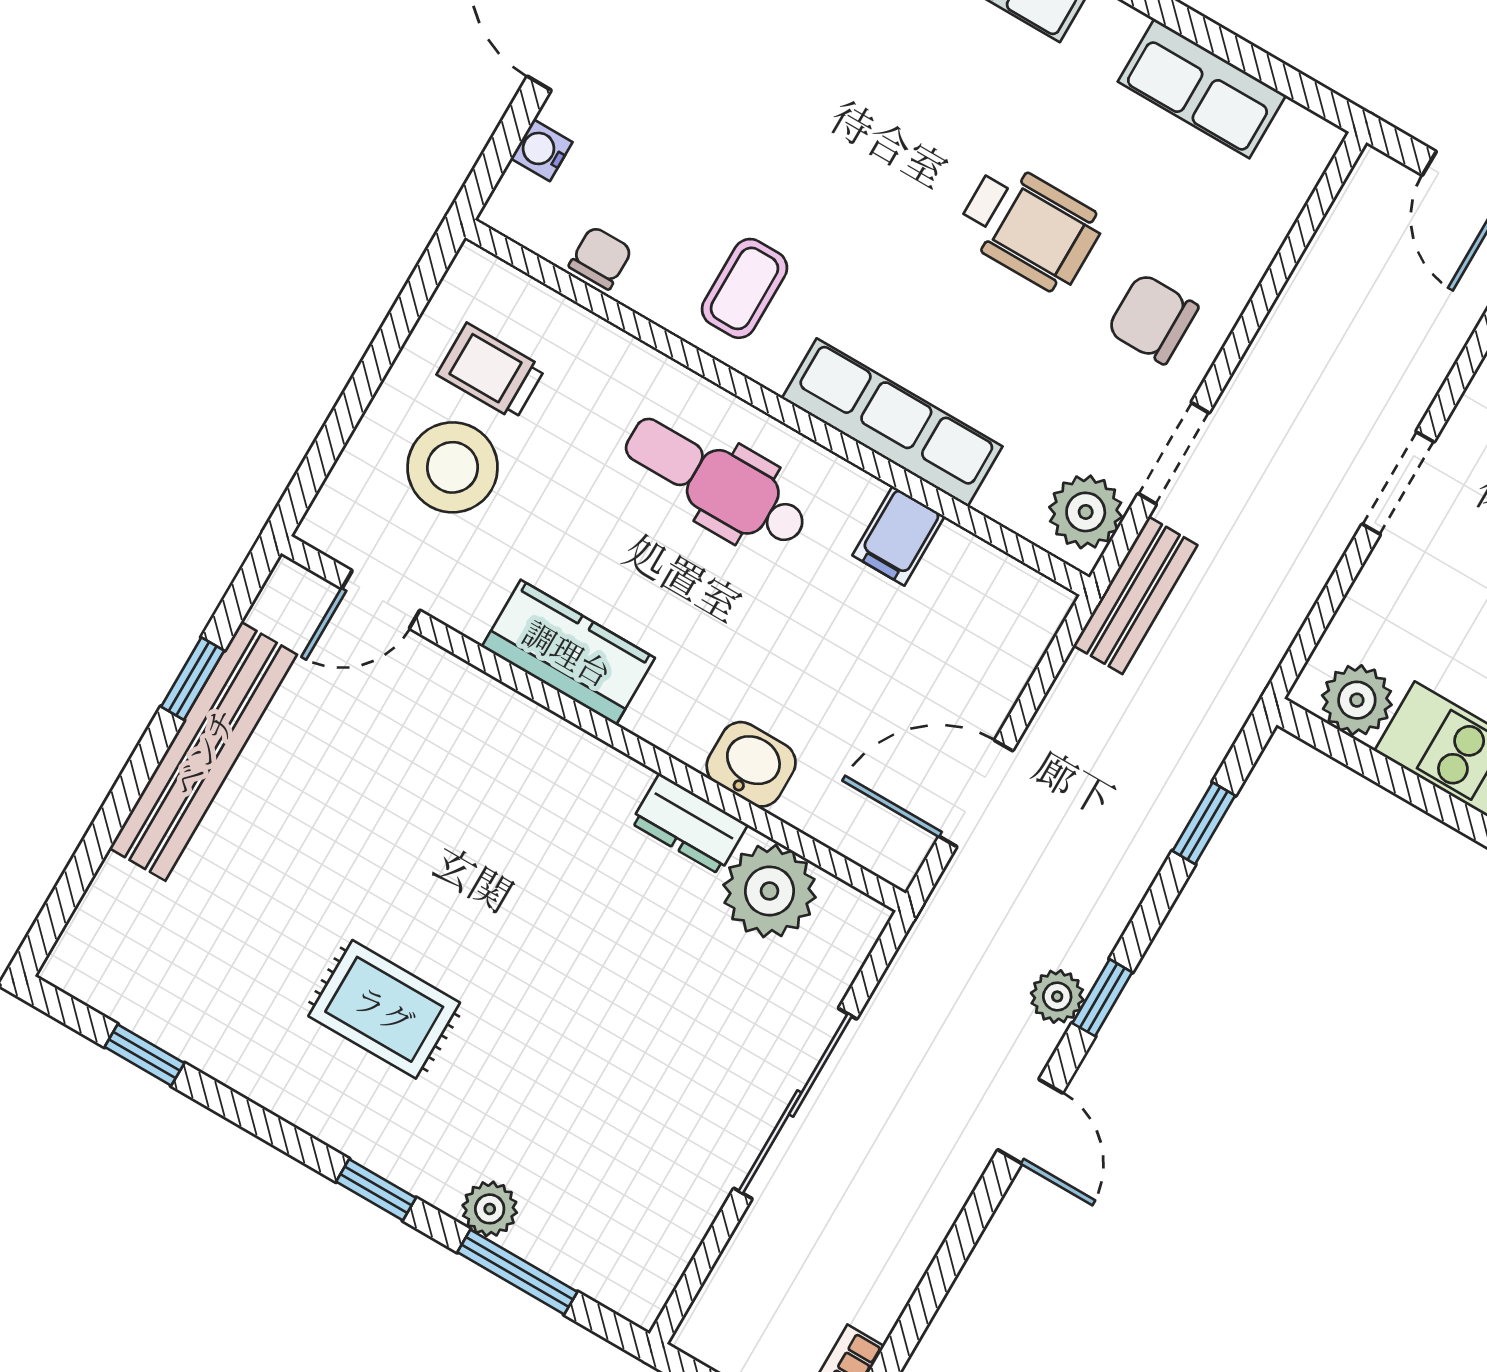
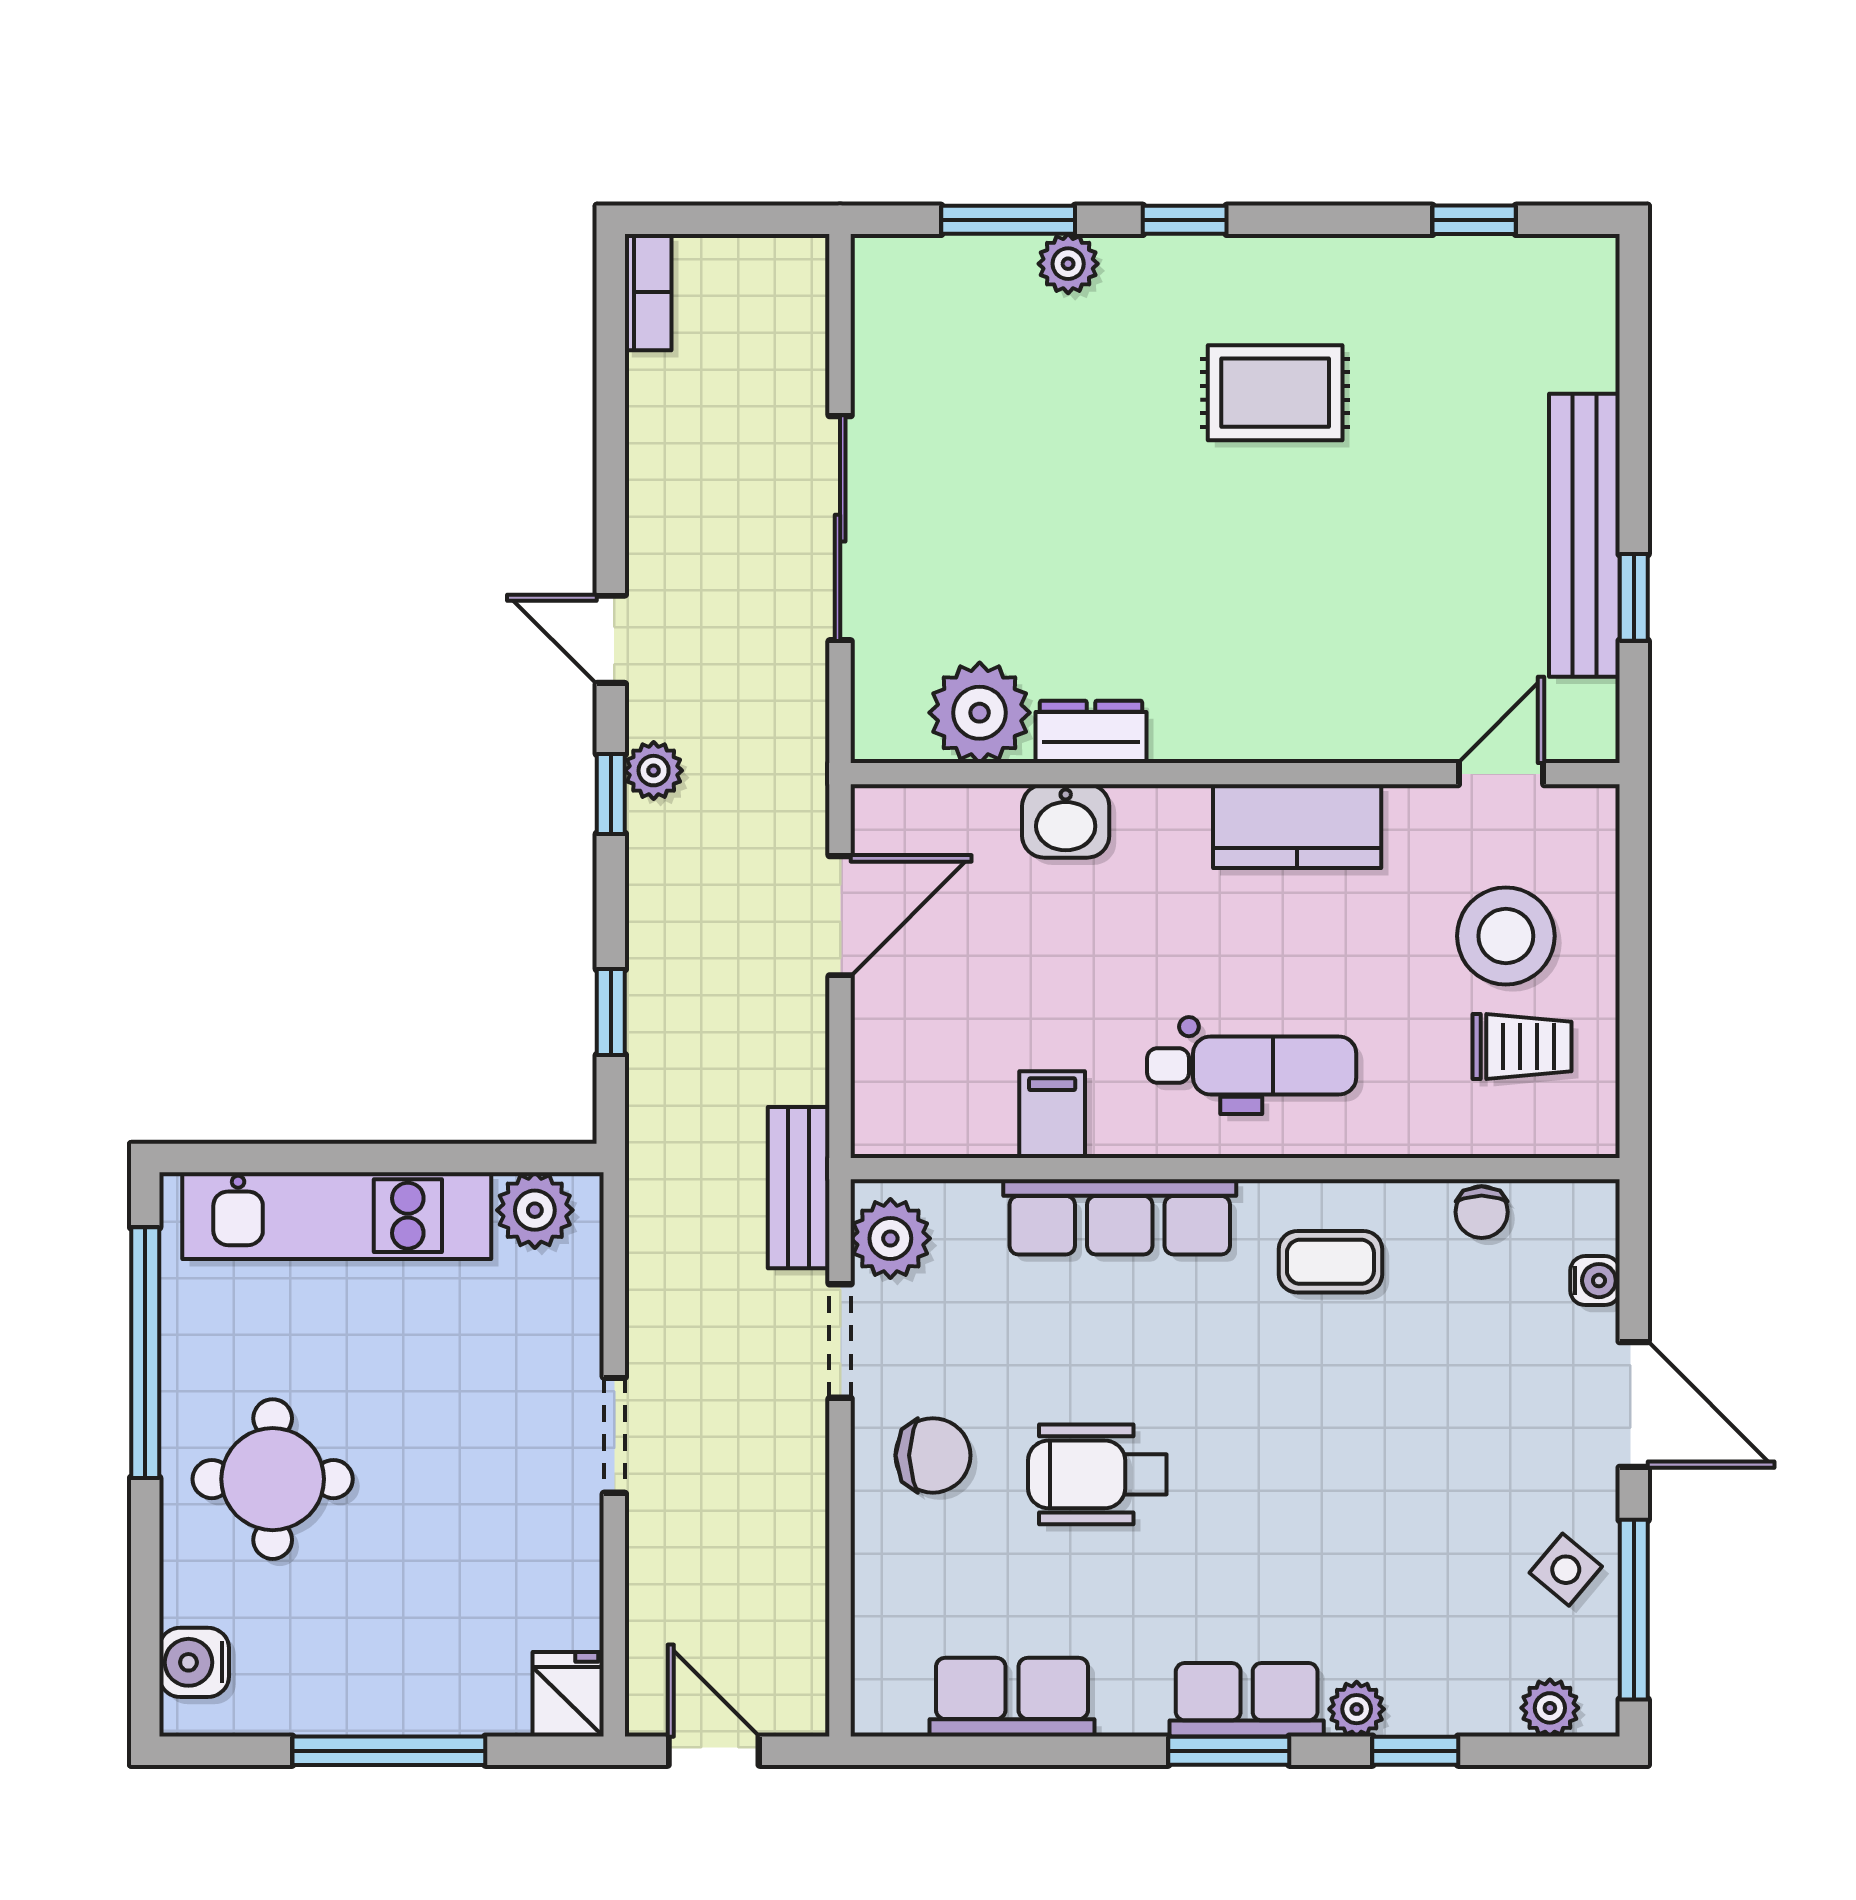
coffee table: (744, 288) -> (1330, 1262), turned 90

